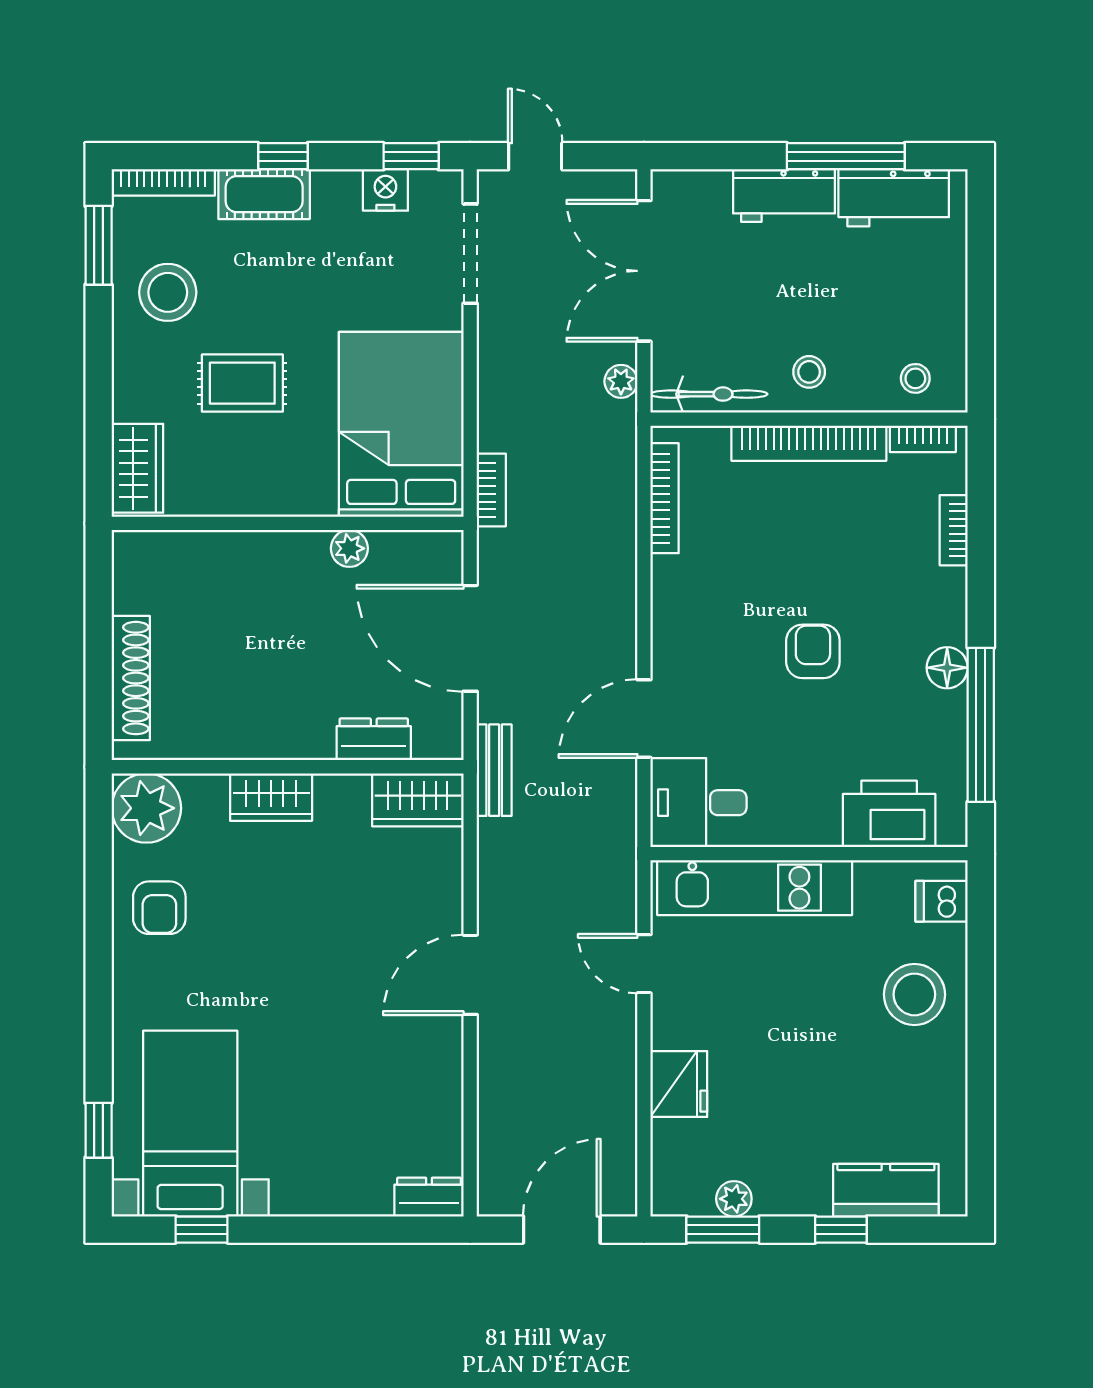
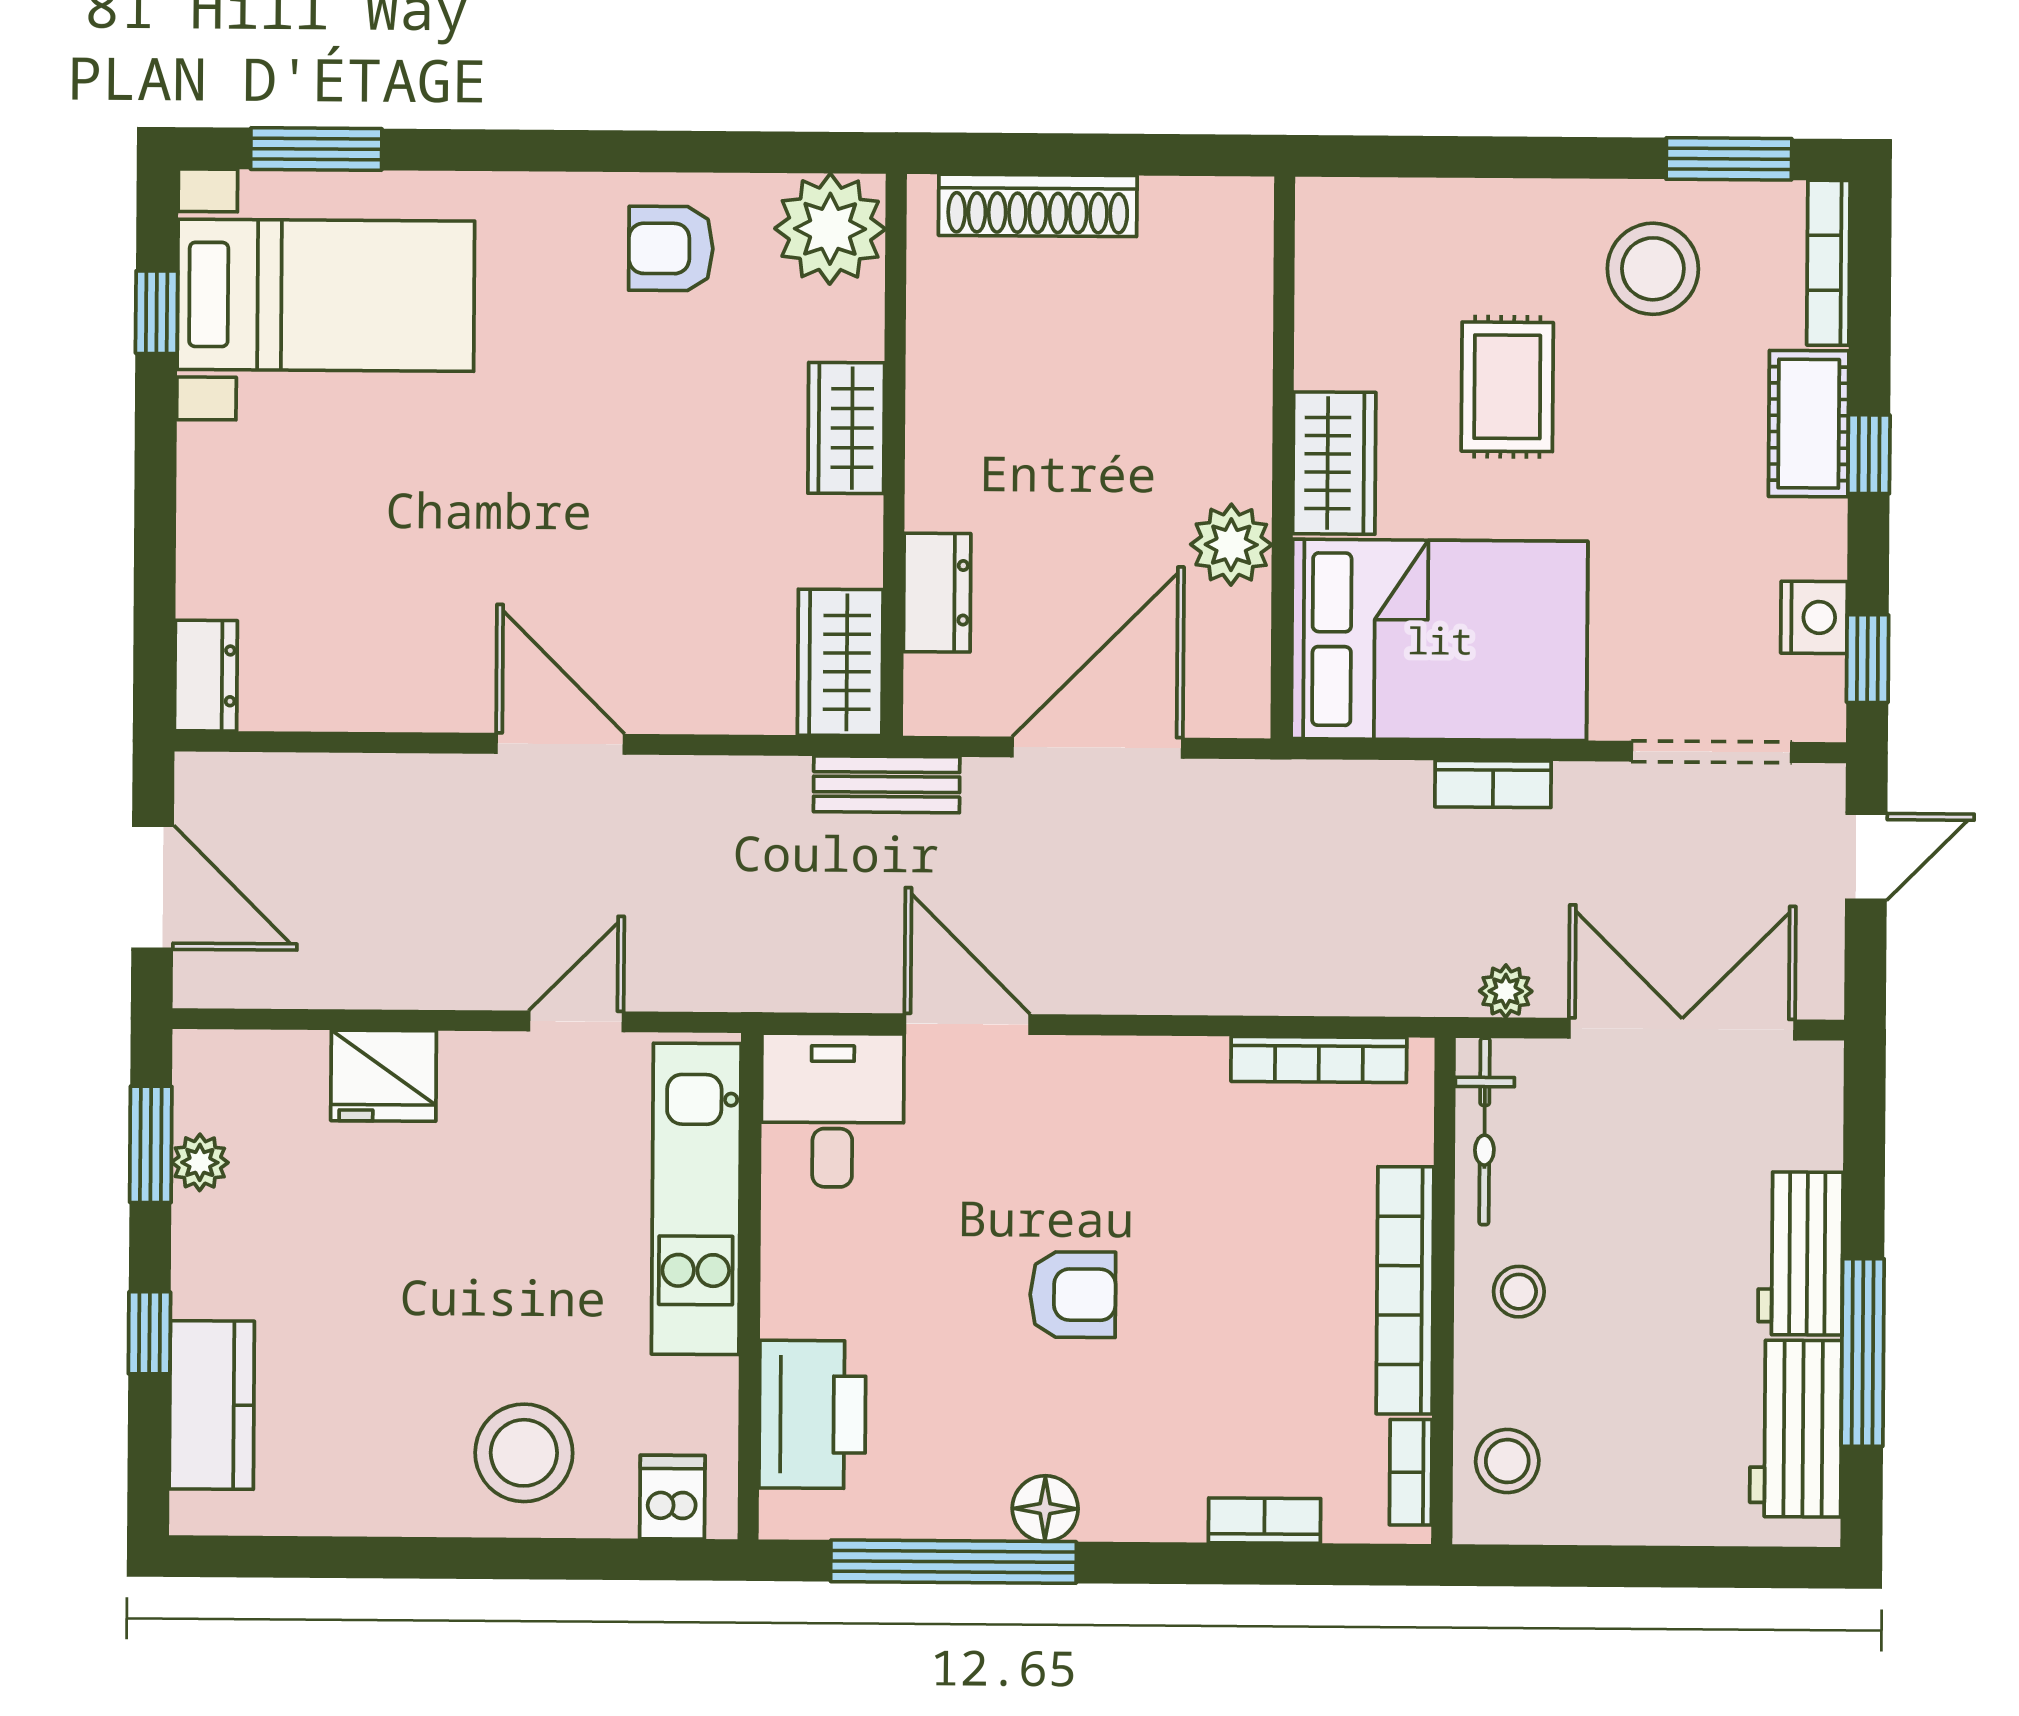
stool: (915, 378) -> (1507, 1461), width x1.37, depth x1.37
wardrobe: (137, 468) -> (1334, 463), moved, turned -90
bookcase: (491, 490) -> (1493, 784), moved
plant: (349, 548) -> (1231, 545), width x1.38, depth x1.38
window: (99, 1130) -> (316, 149), width x1.50

